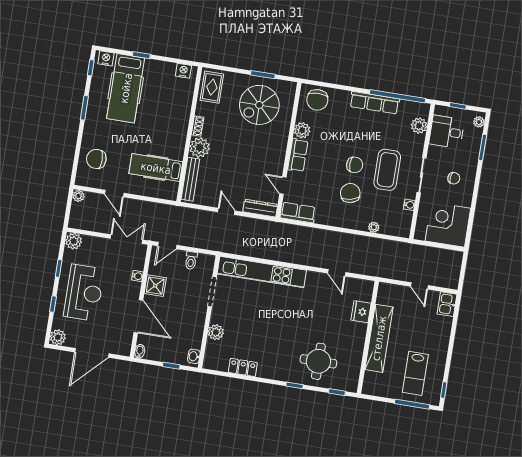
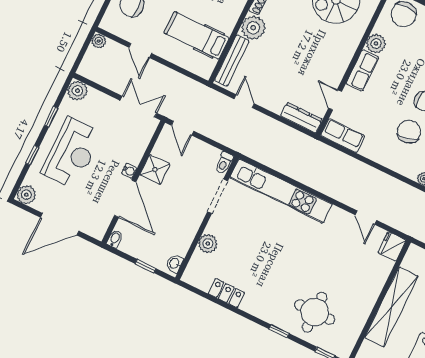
door: (226, 211) -> (244, 101), moved
door: (167, 246) -> (183, 128), hinge flipped
toilet: (191, 260) -> (224, 163), moved
water cooler: (137, 276) -> (129, 171), moved
fridge: (361, 312) -> (392, 246), moved

